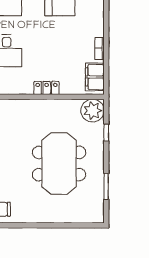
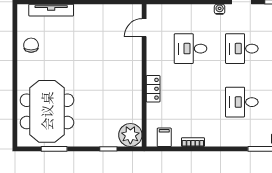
filing cabinet: (95, 77) -> (164, 137), width x0.50
meeting table: (59, 164) -> (47, 111), moved, turned 90

